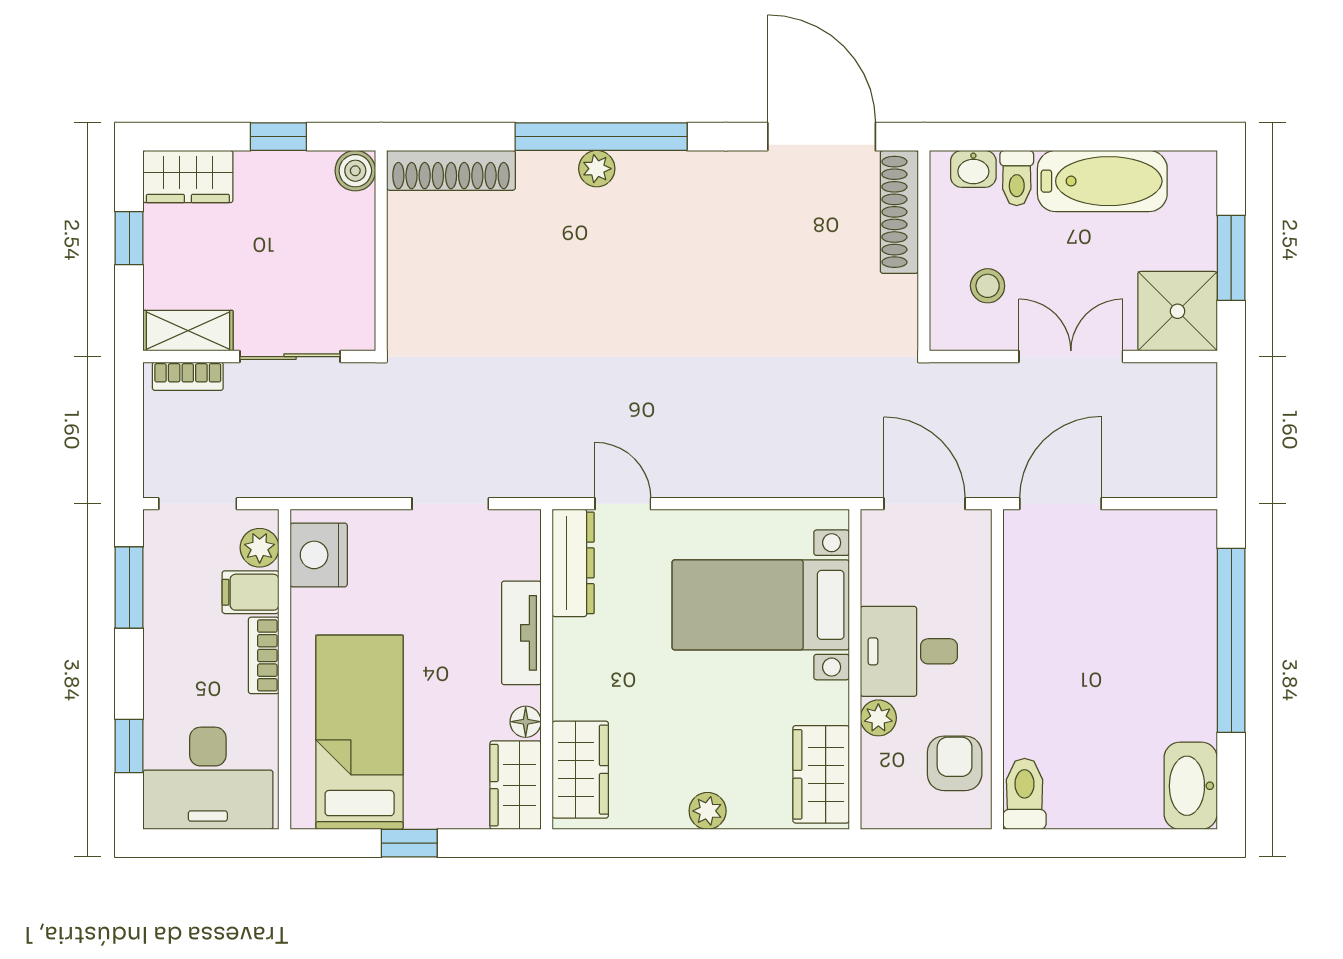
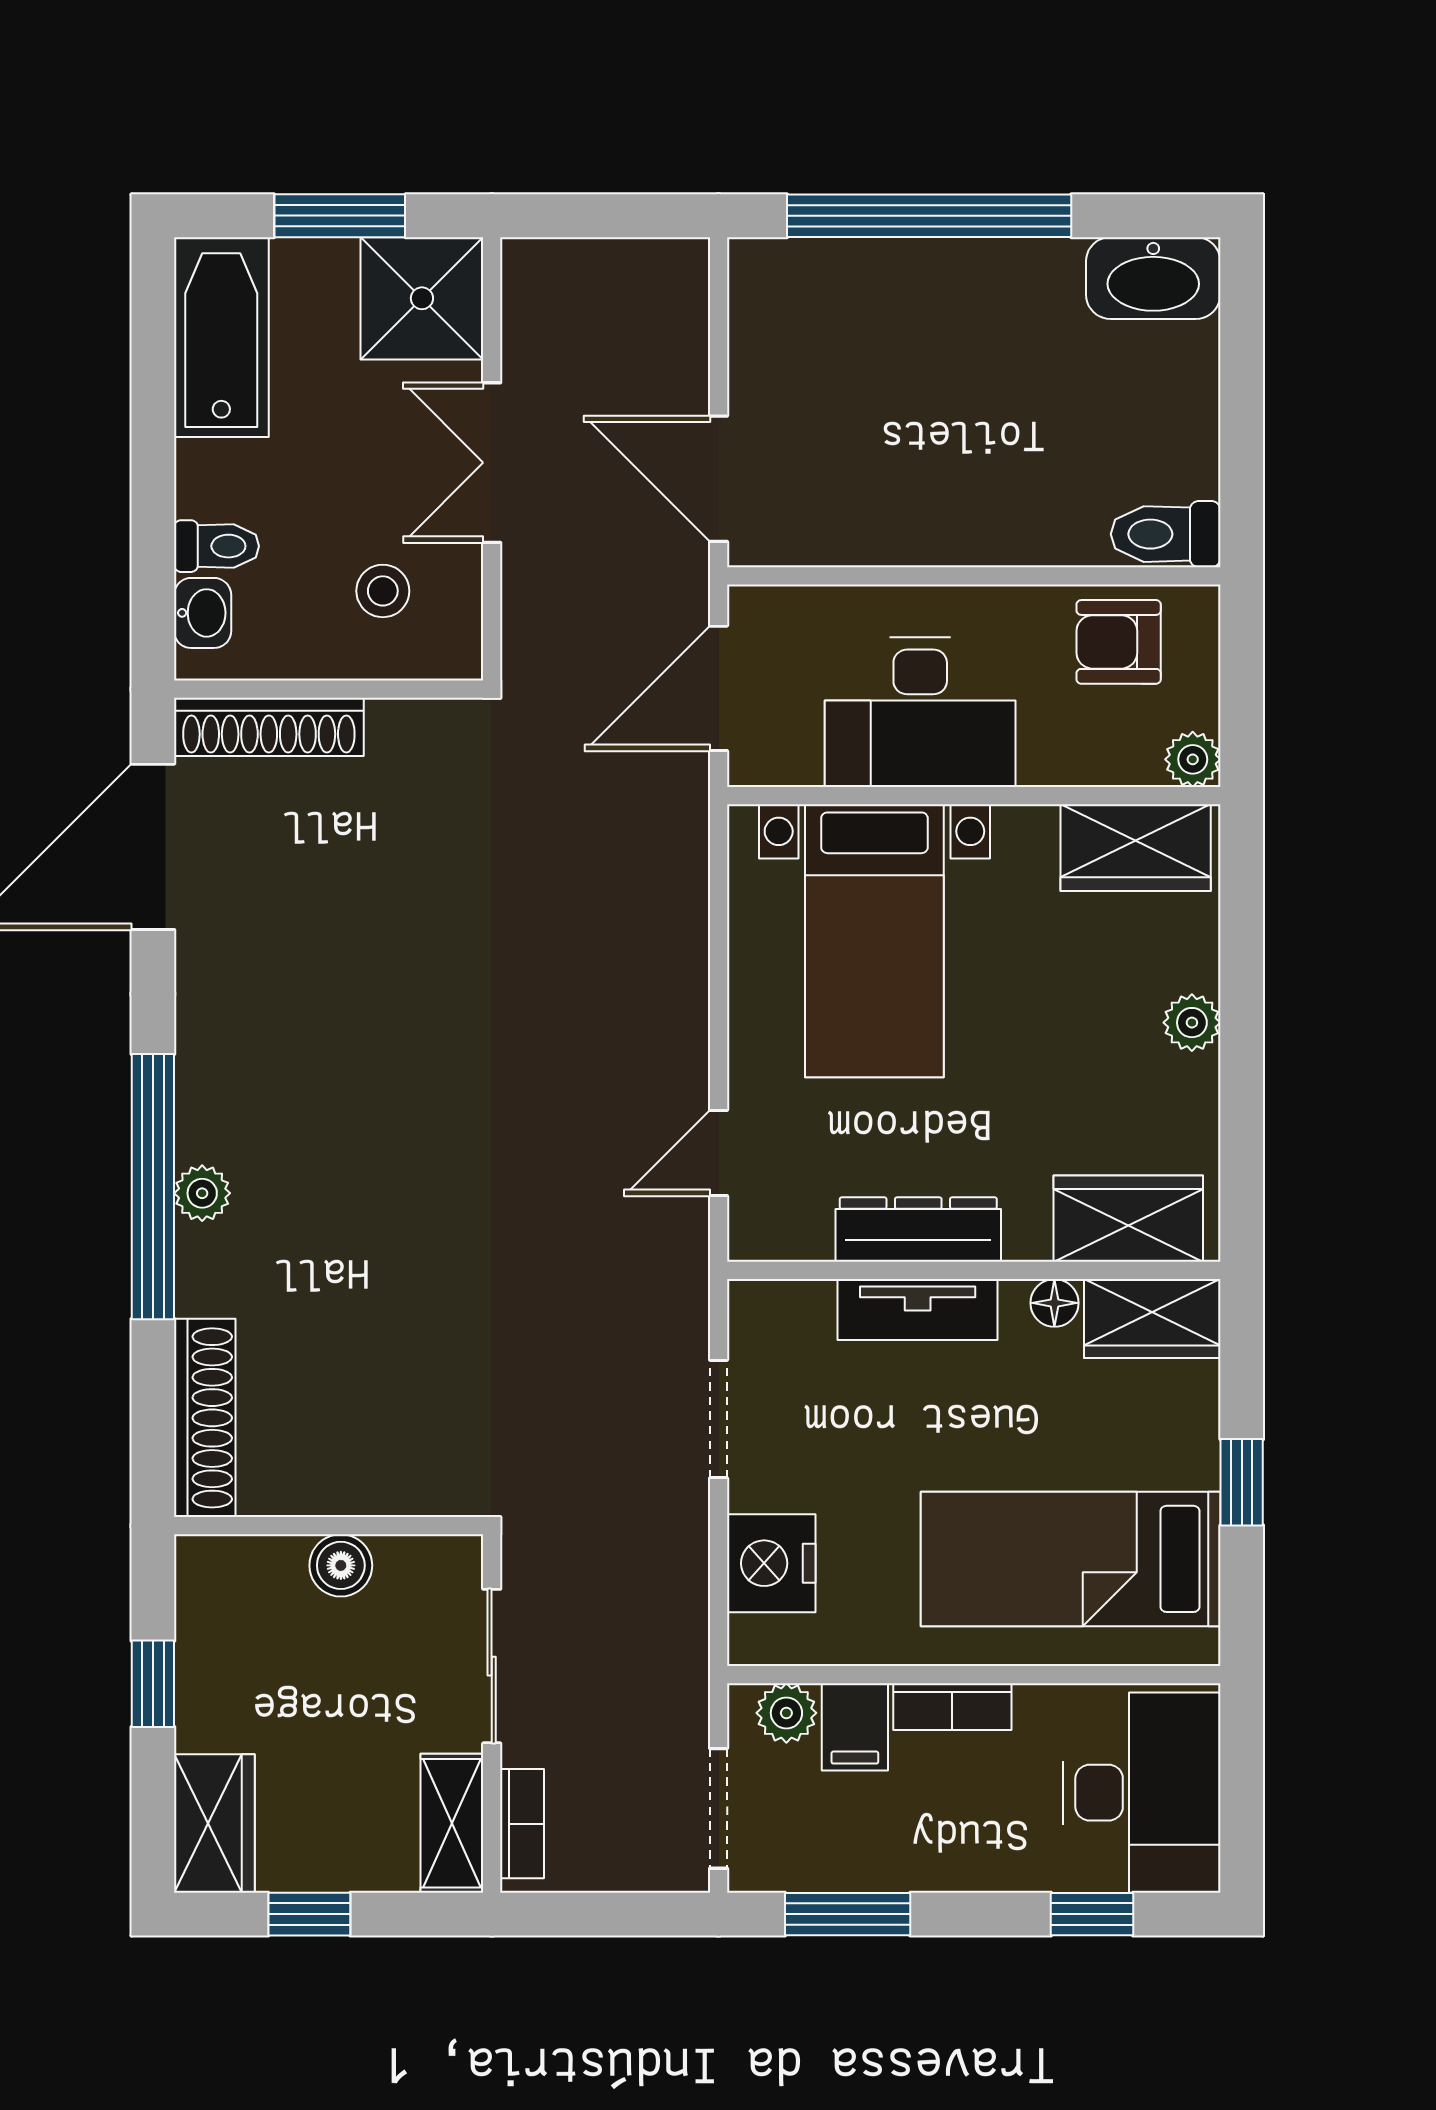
boiler: (355, 171) -> (341, 1565), moved
bathtub: (1102, 181) -> (221, 337), moved
nightstand: (319, 555) -> (771, 1563), moved, turned 90
dresser: (573, 563) -> (918, 1230), moved
desk: (909, 651) -> (920, 712), width x1.37
plant: (878, 718) -> (1193, 759), moved

